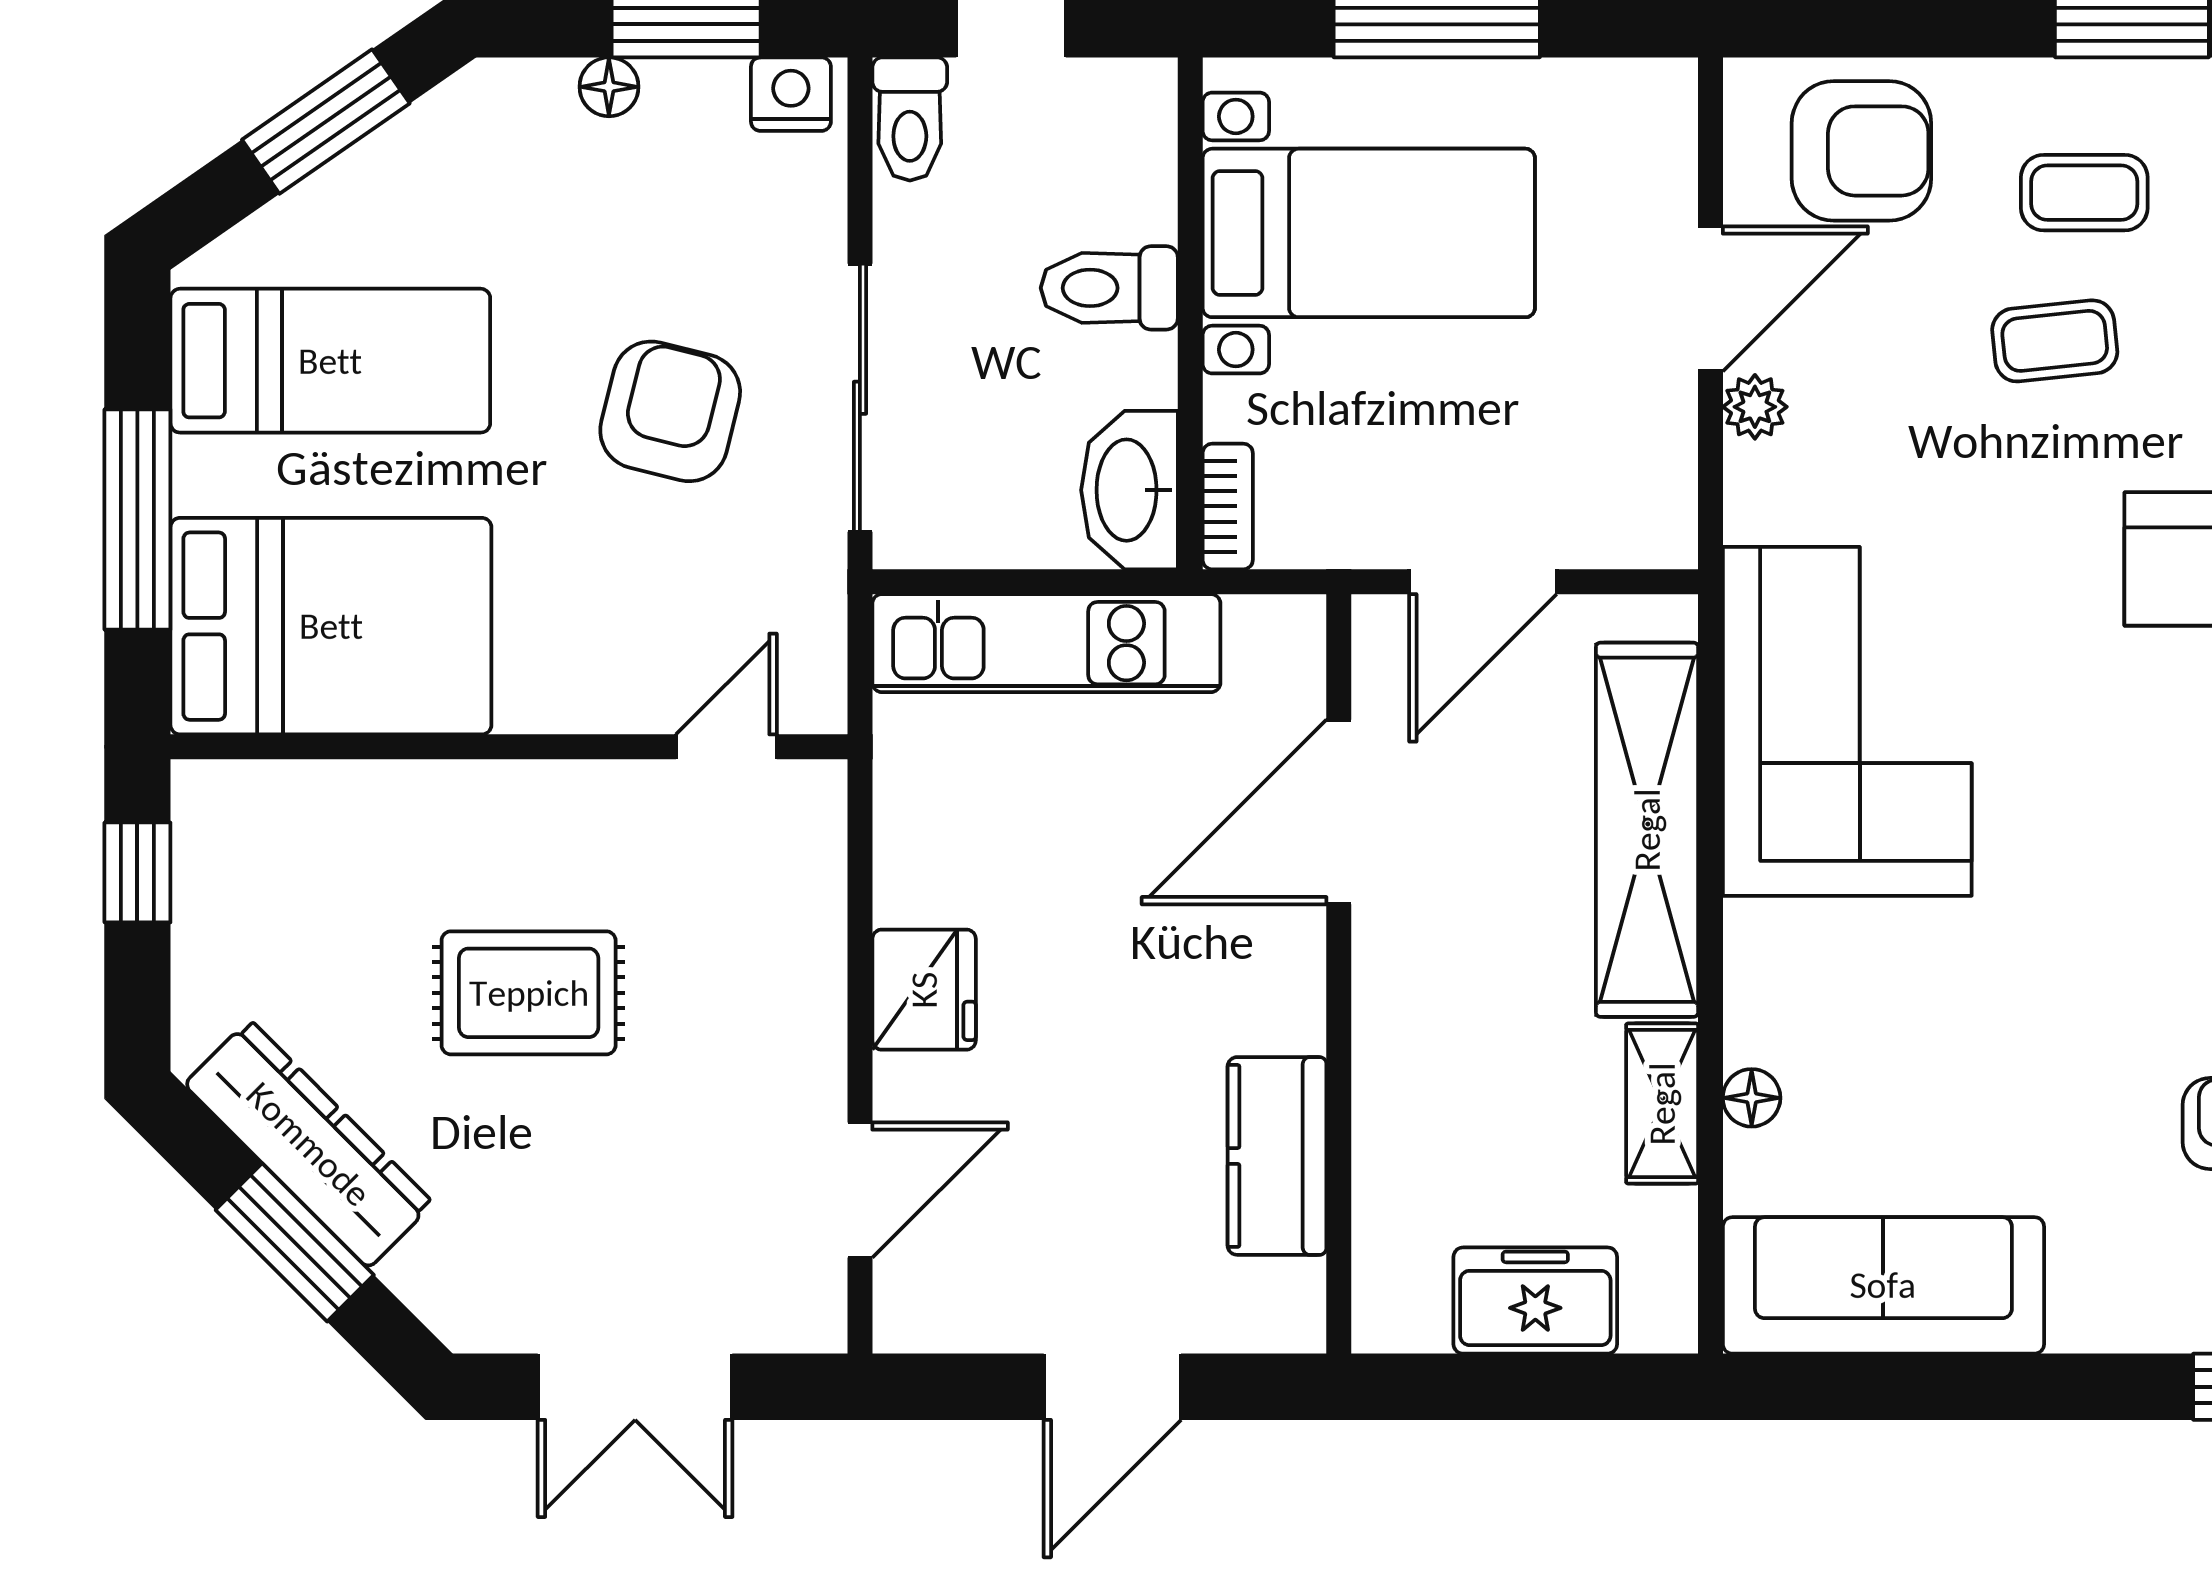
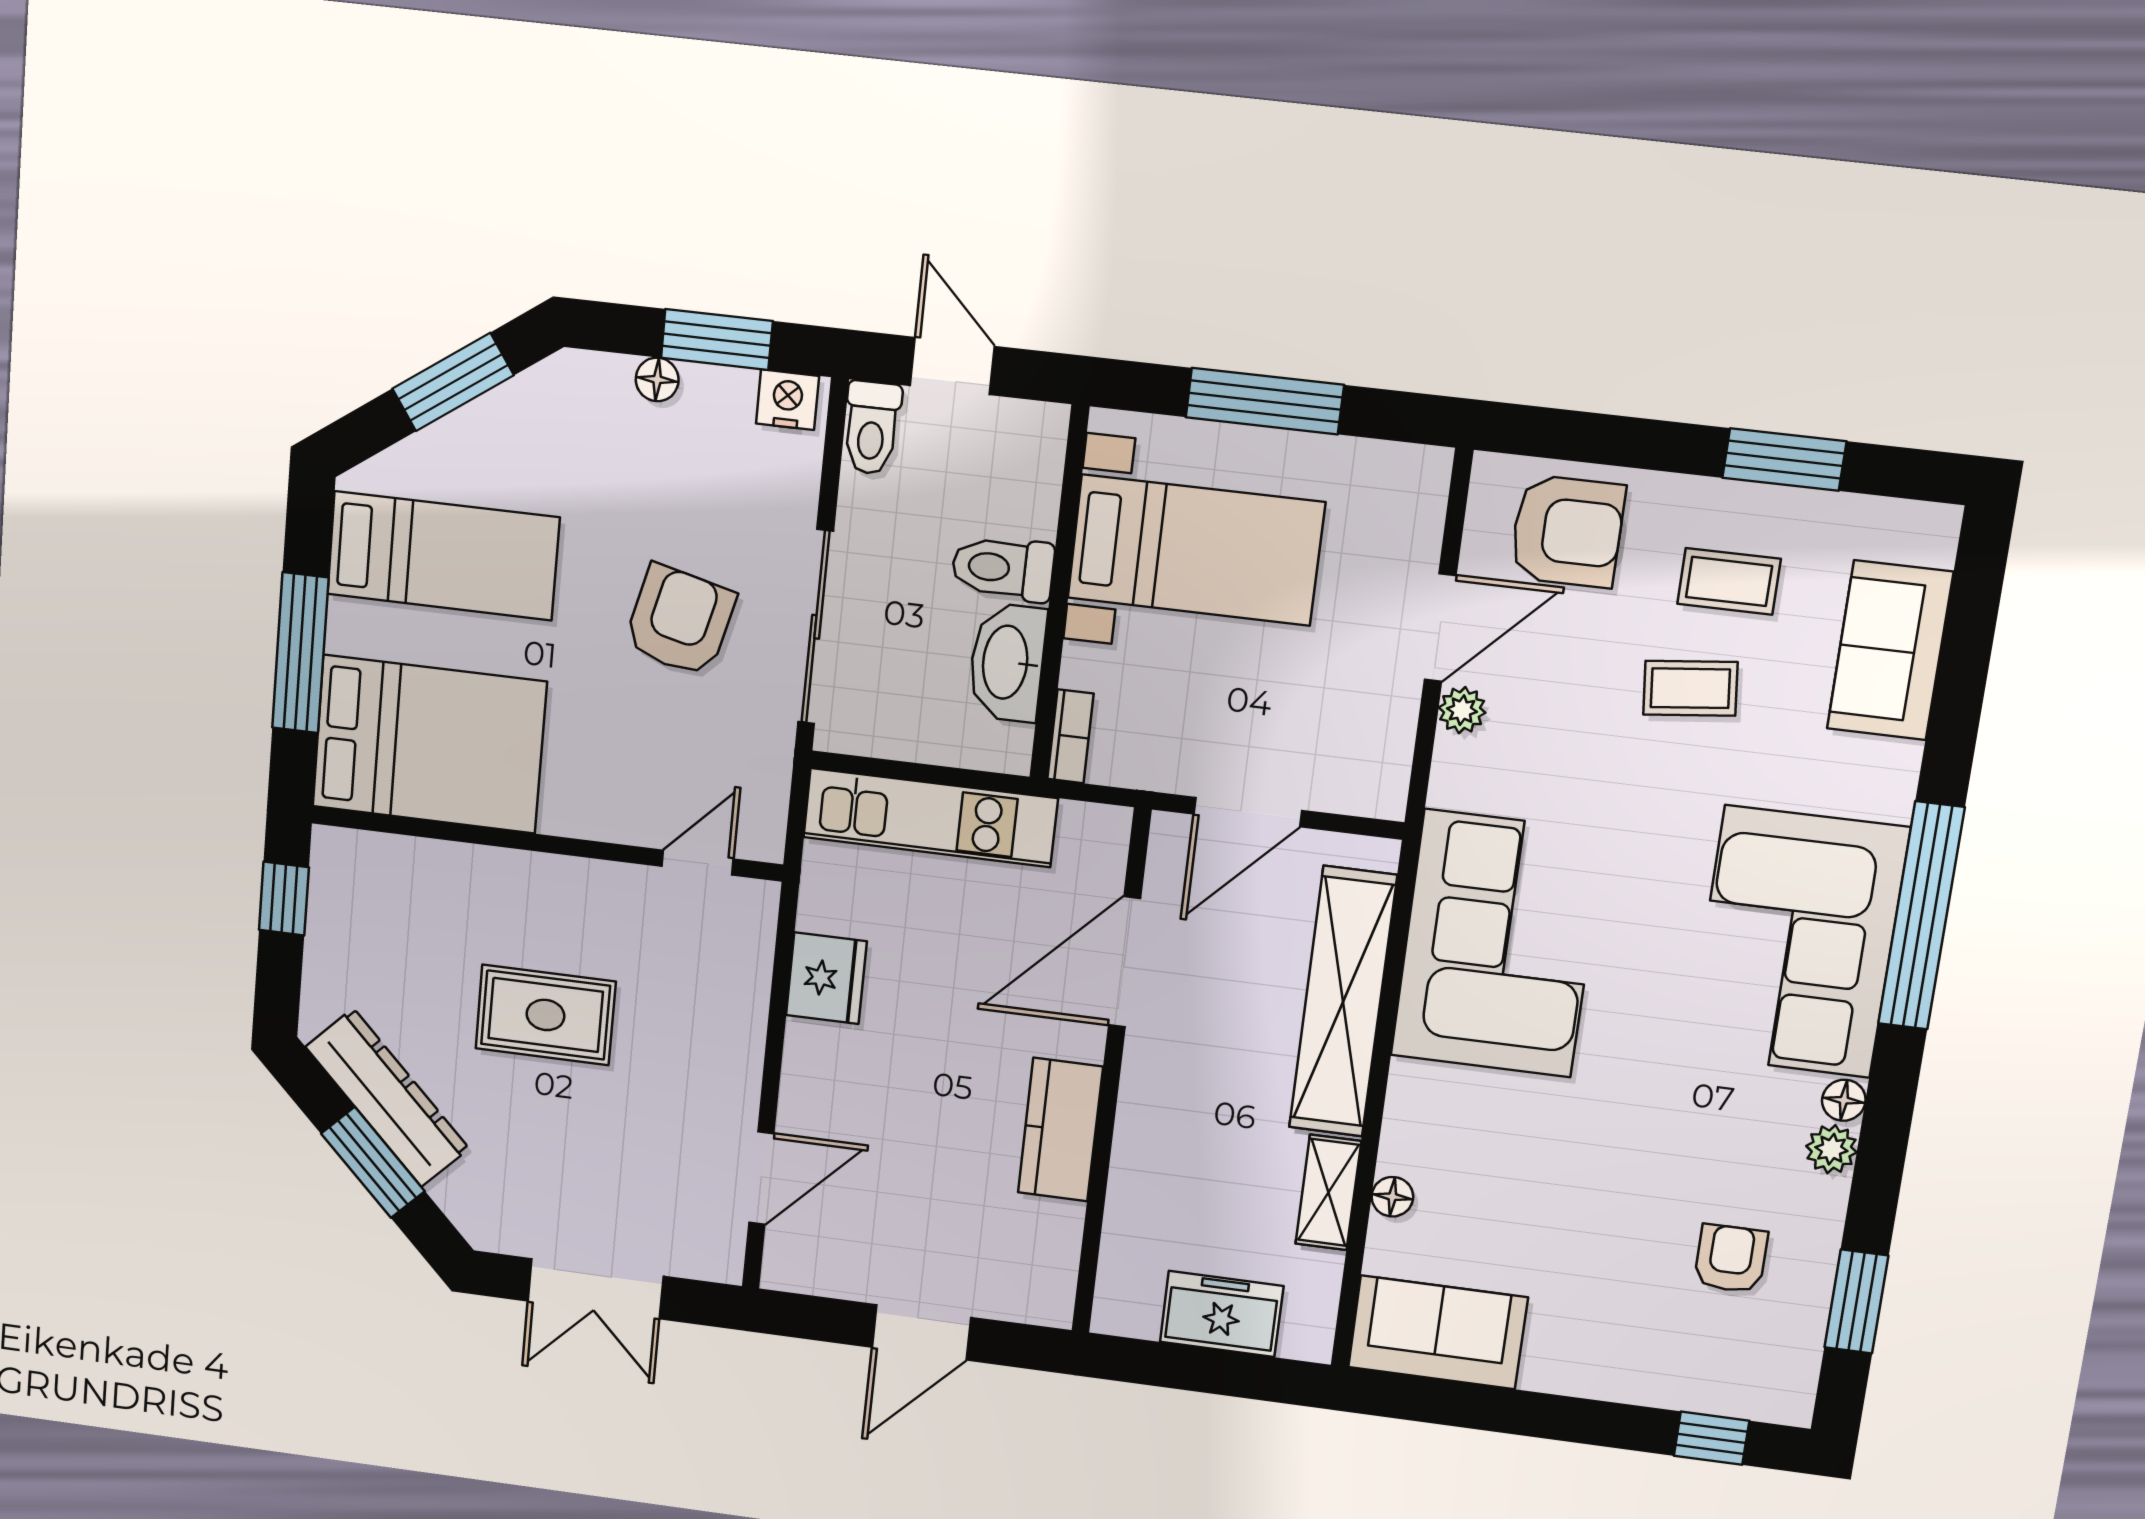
washbasin: (1129, 490) -> (1007, 662), moved
fridge: (924, 990) -> (826, 978), moved
kitchen counter: (1277, 1156) -> (1060, 1130), moved
sofa: (1883, 1285) -> (1438, 1332), width x0.73

